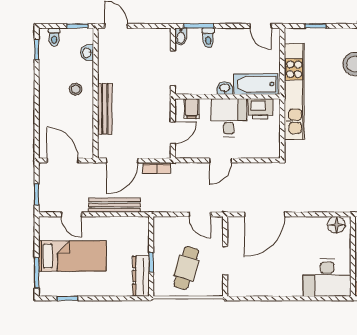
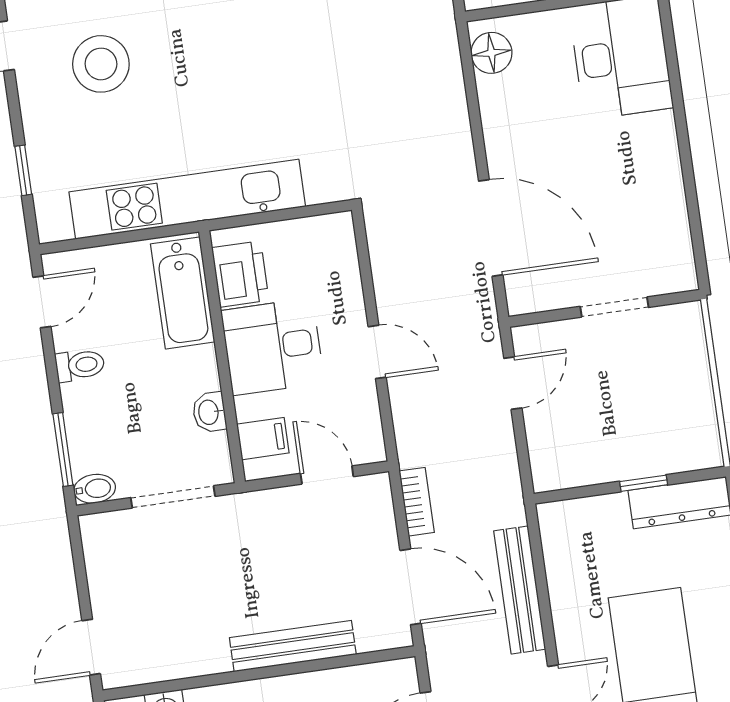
toilet: (208, 38) -> (80, 365), moved
washbasin: (225, 88) -> (209, 412), moved
cafe table: (186, 268) -> (645, 397), removed

